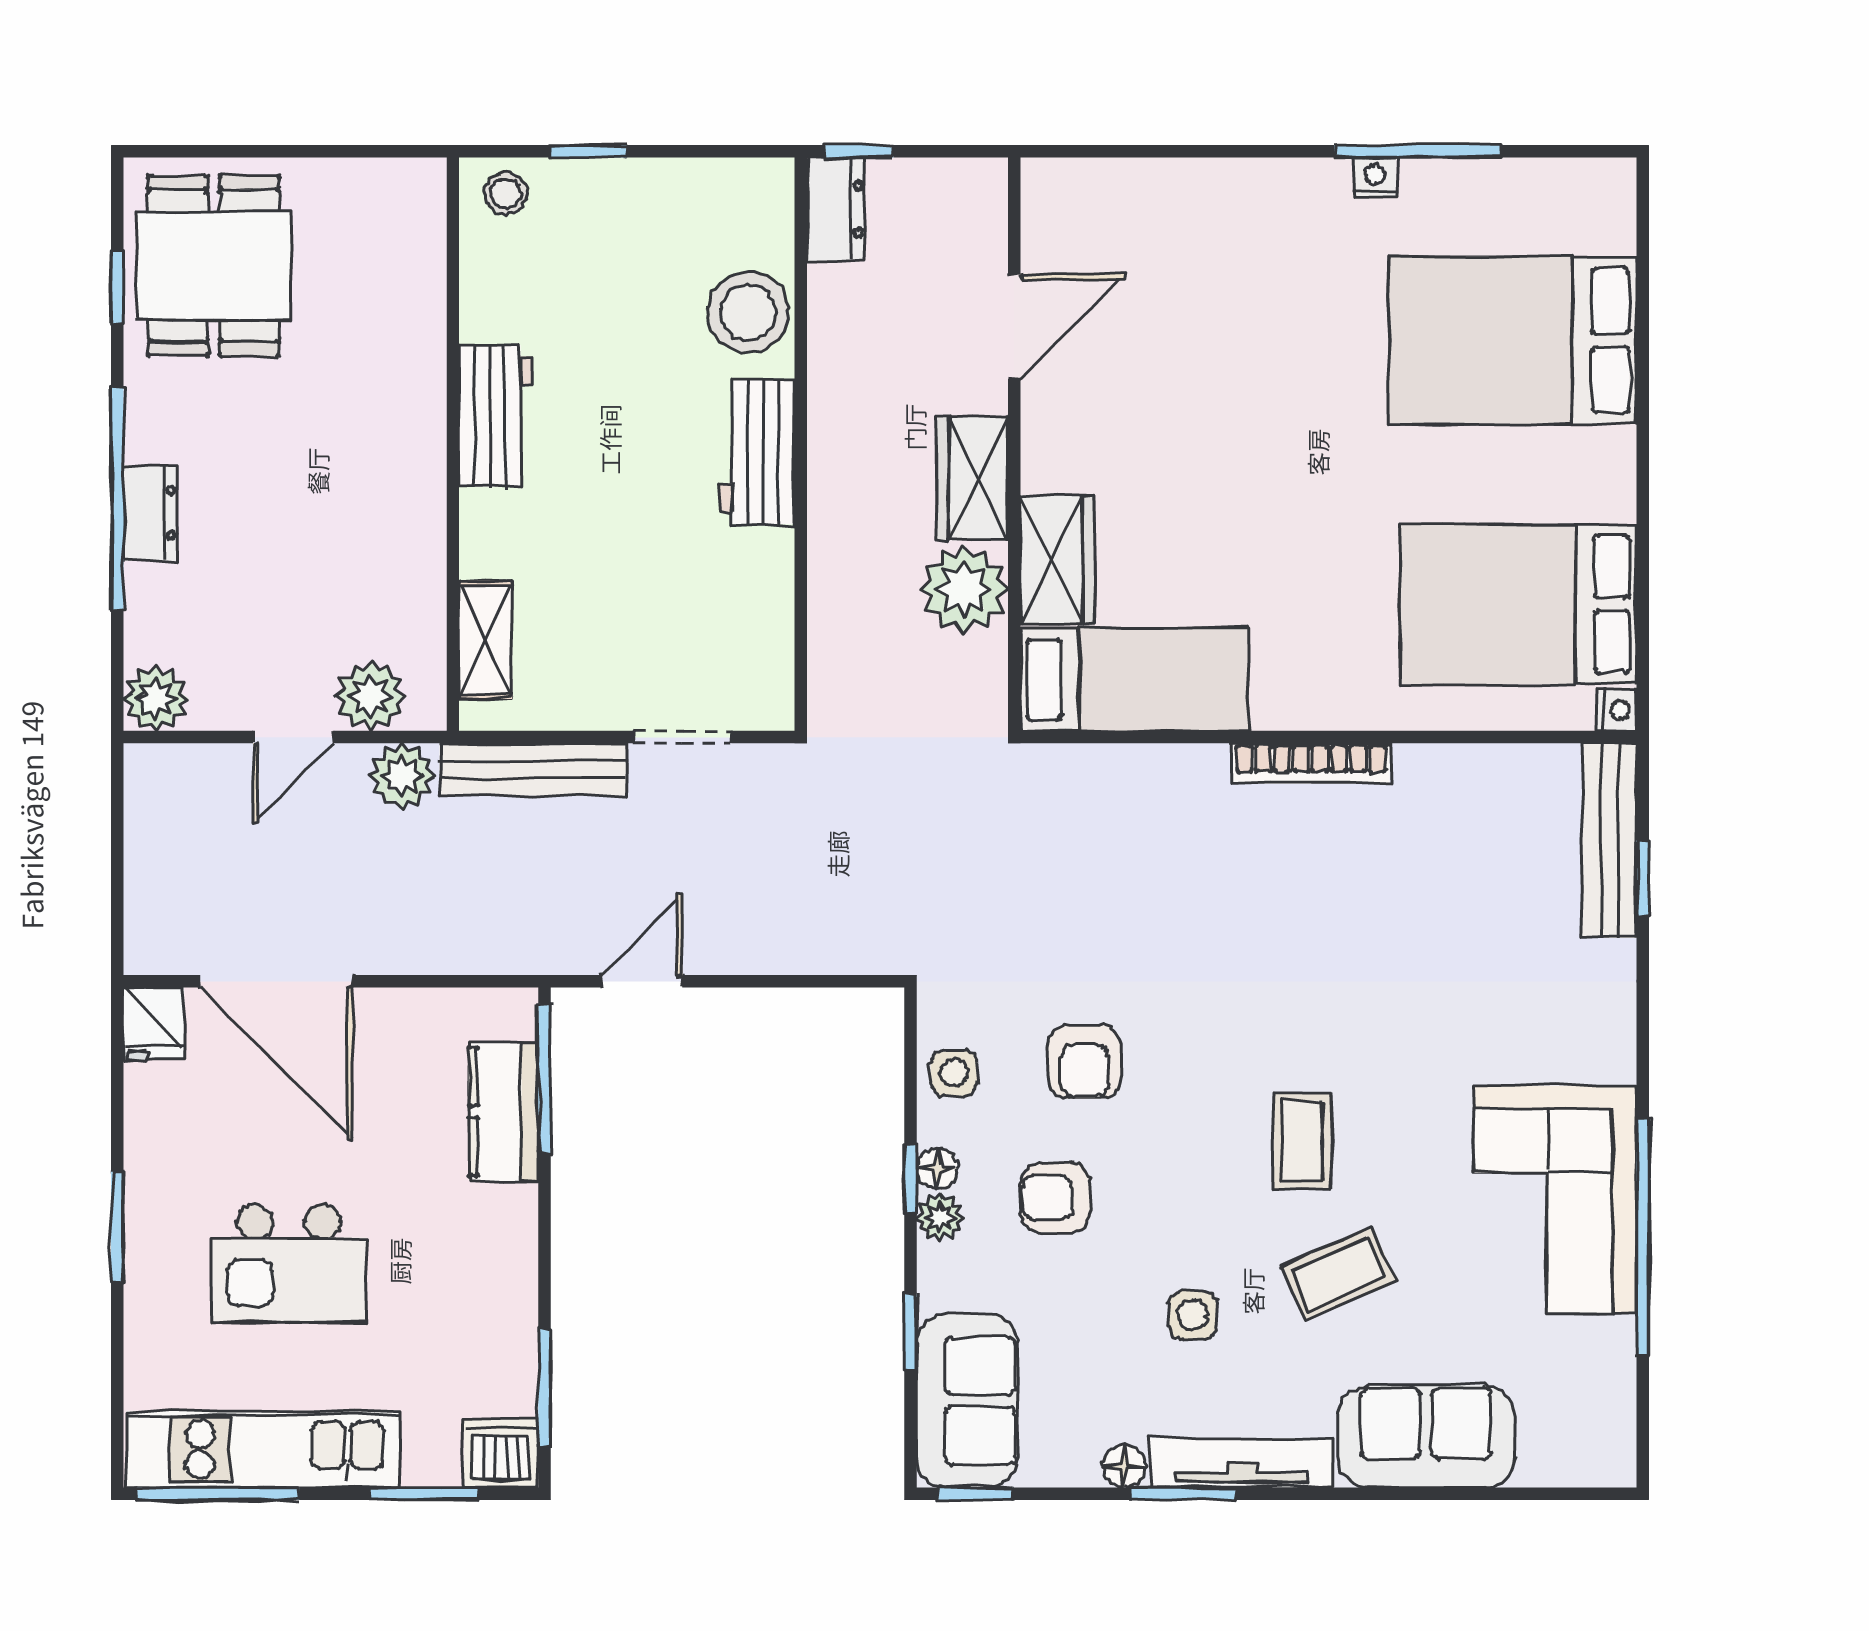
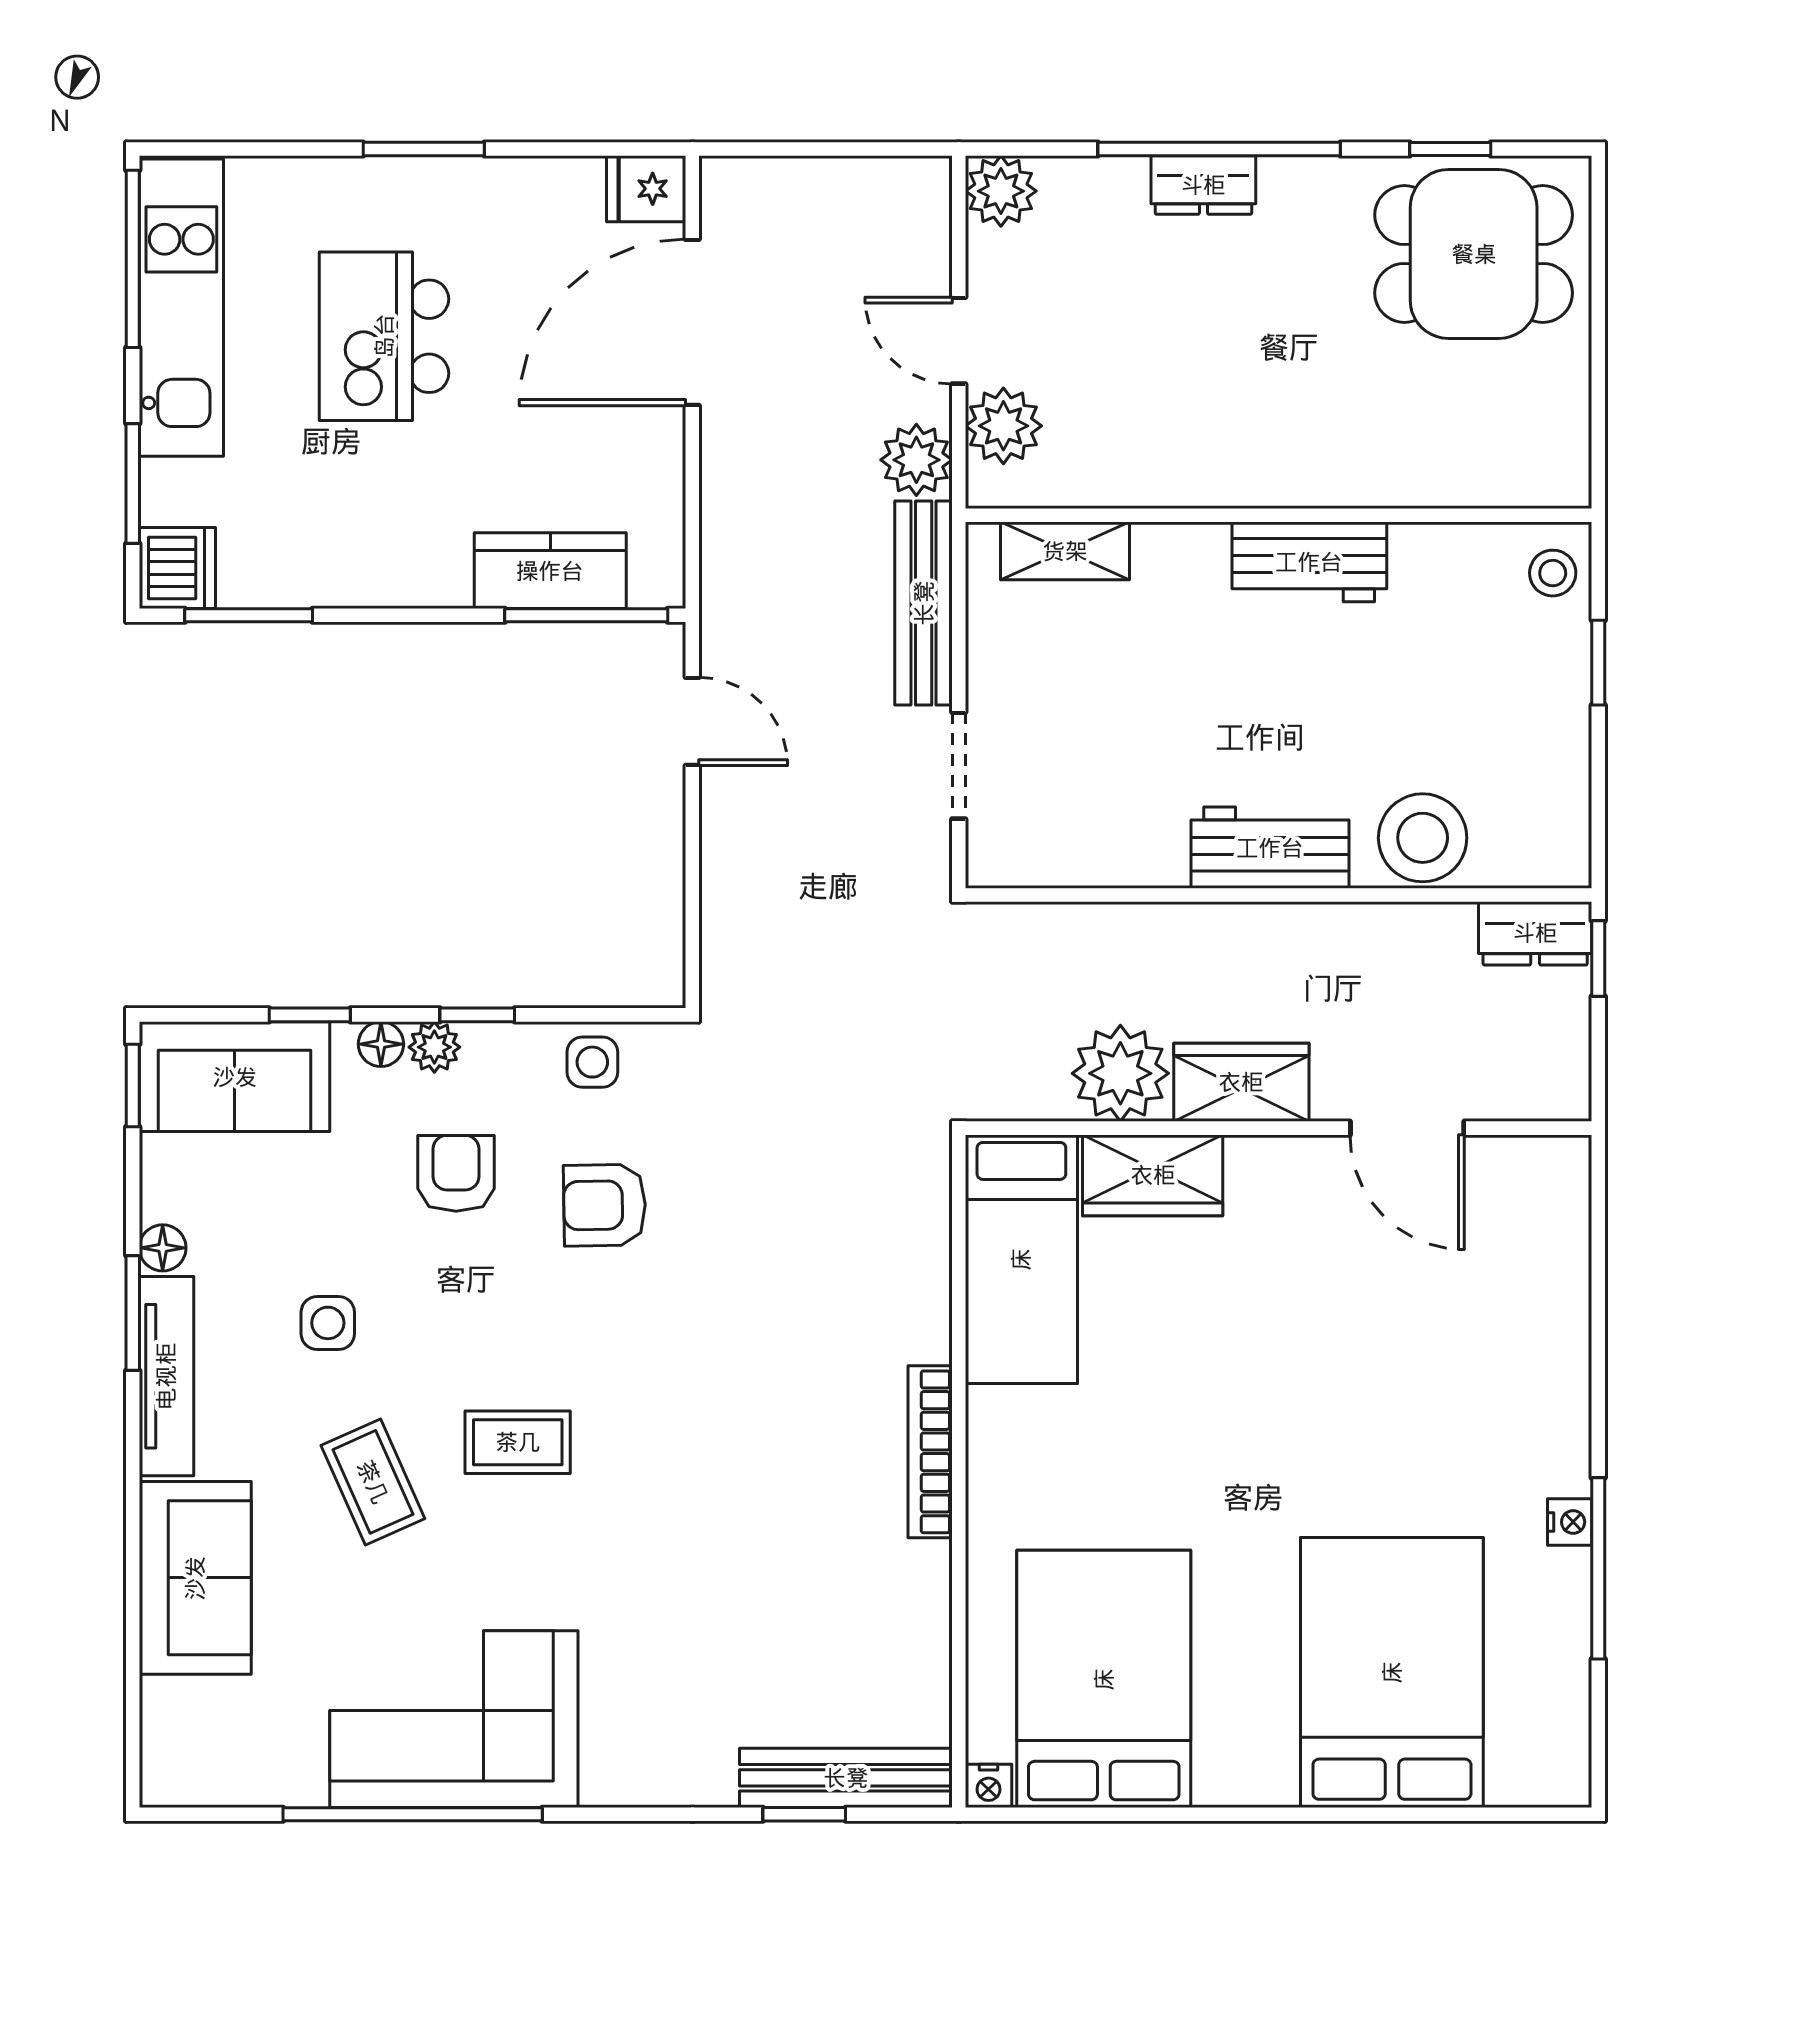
floor lamp: (937, 1169) -> (381, 1044), moved

